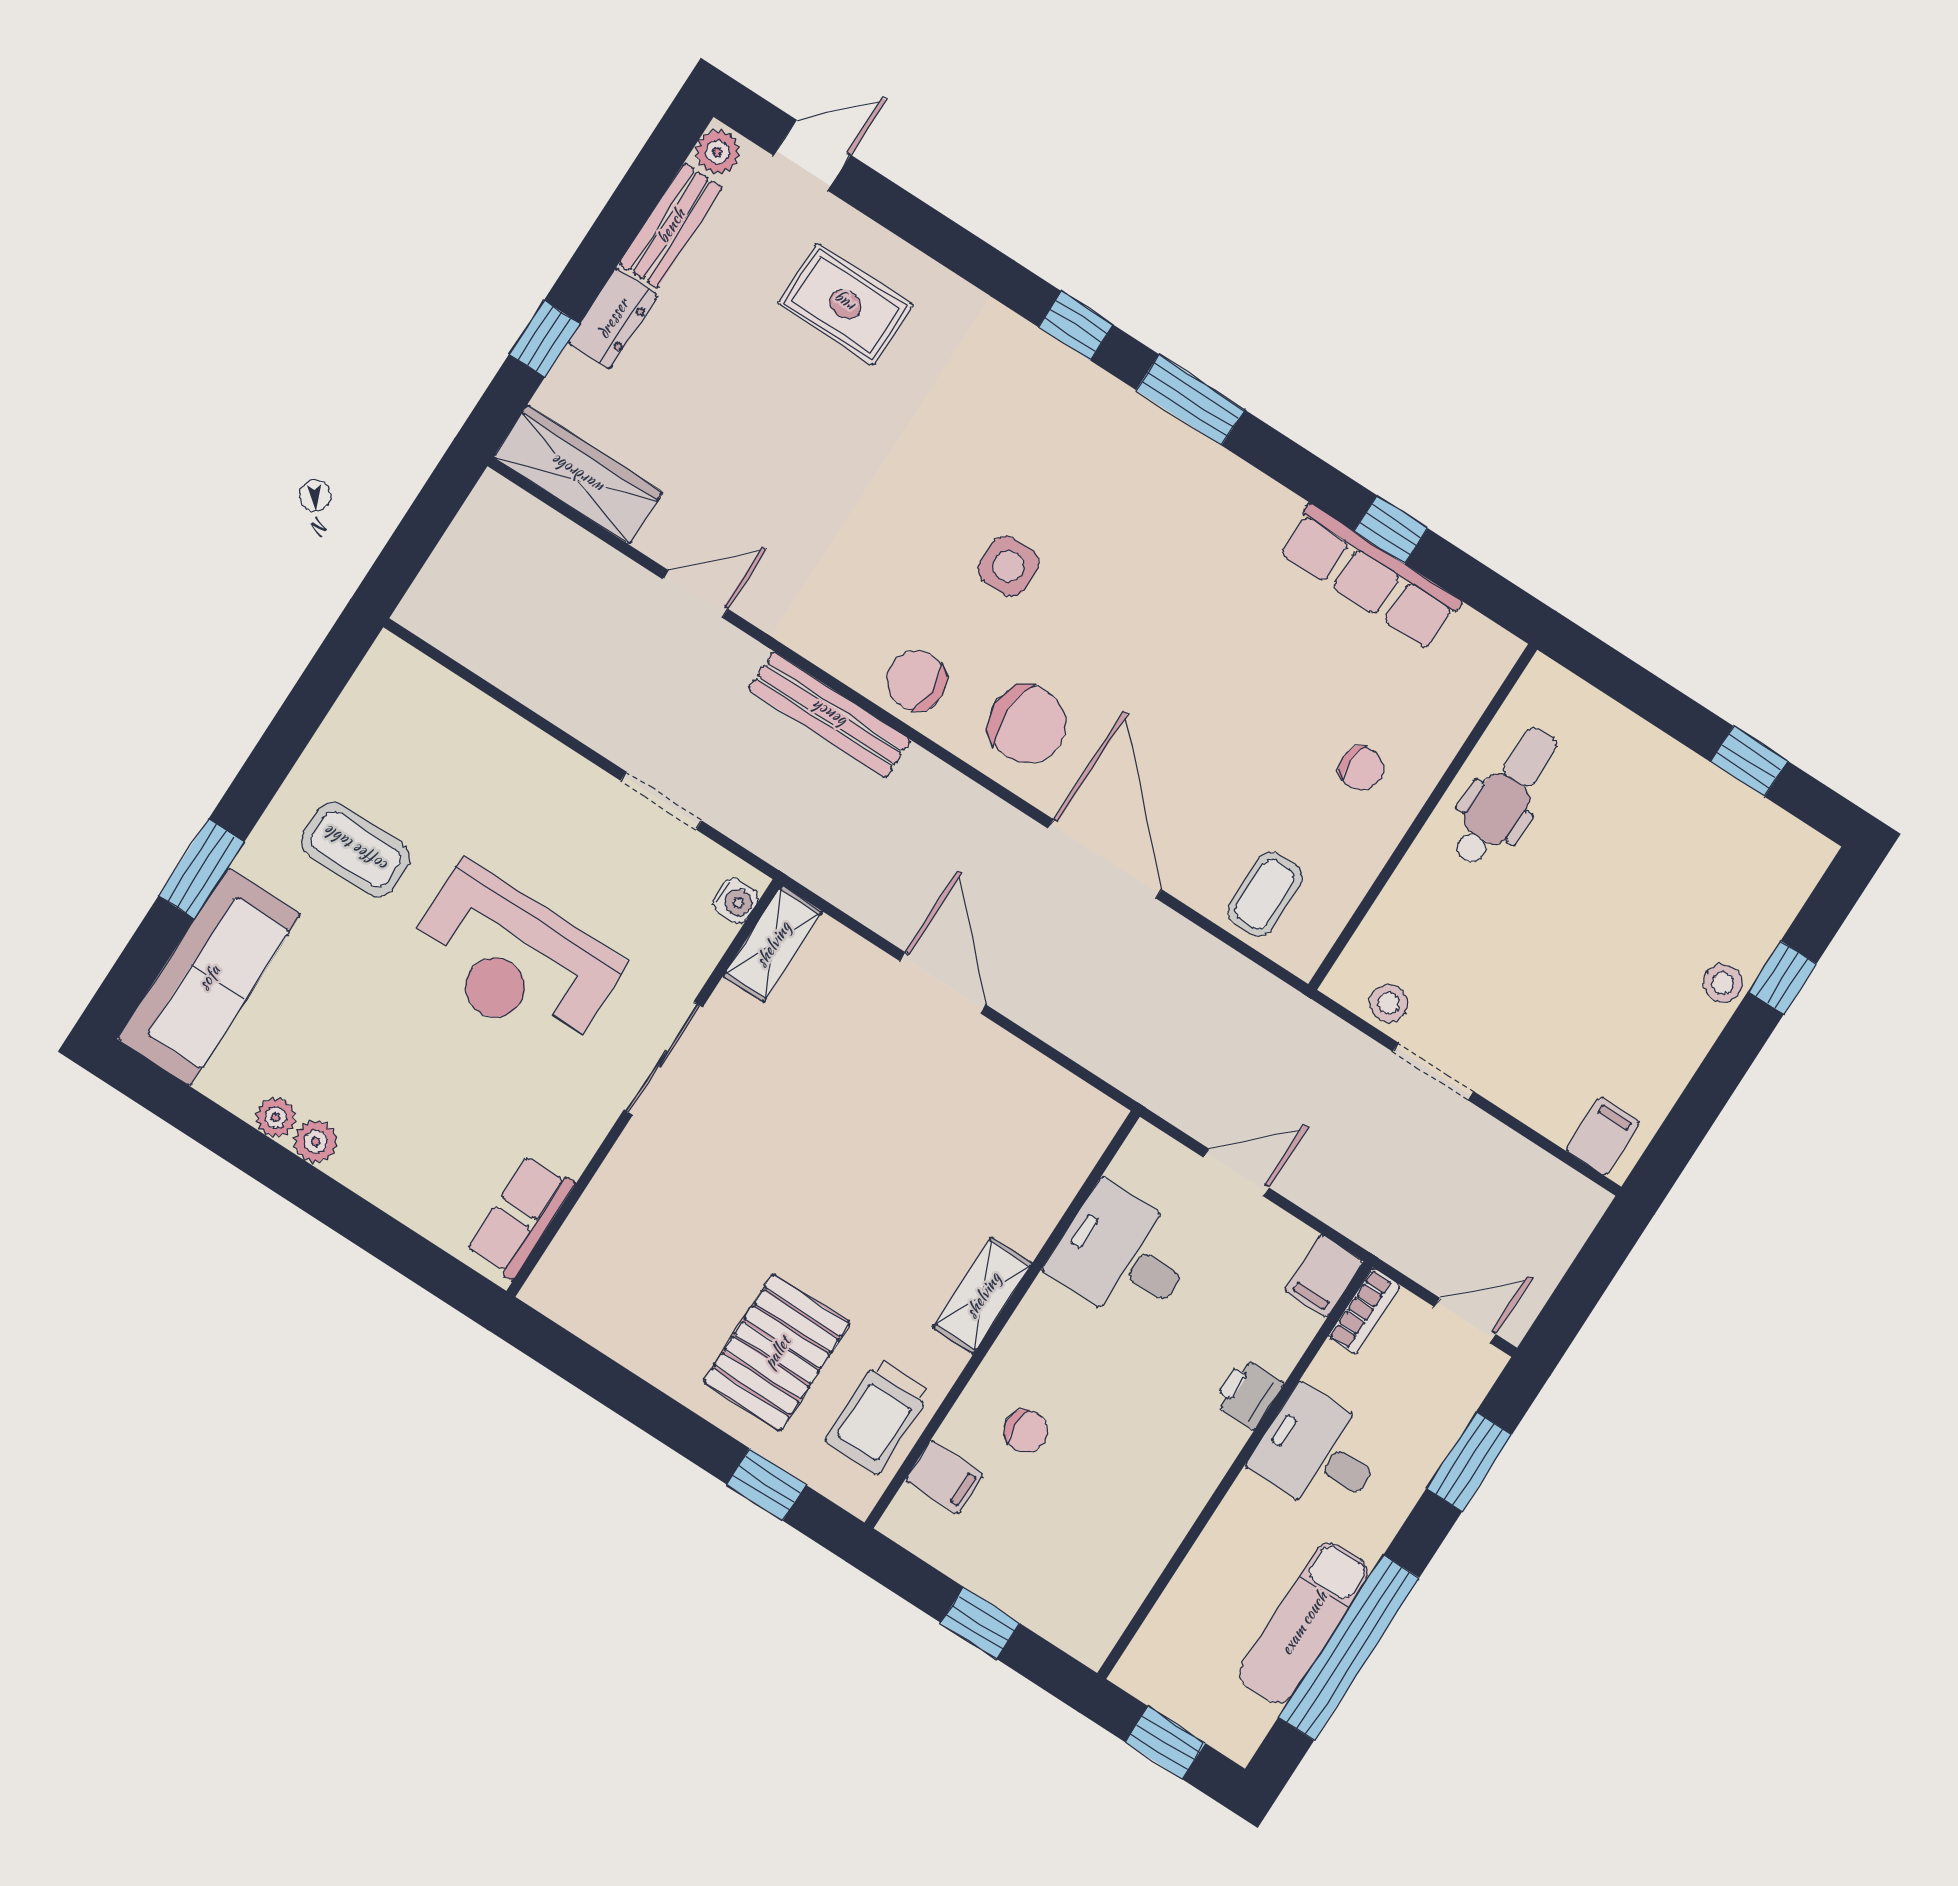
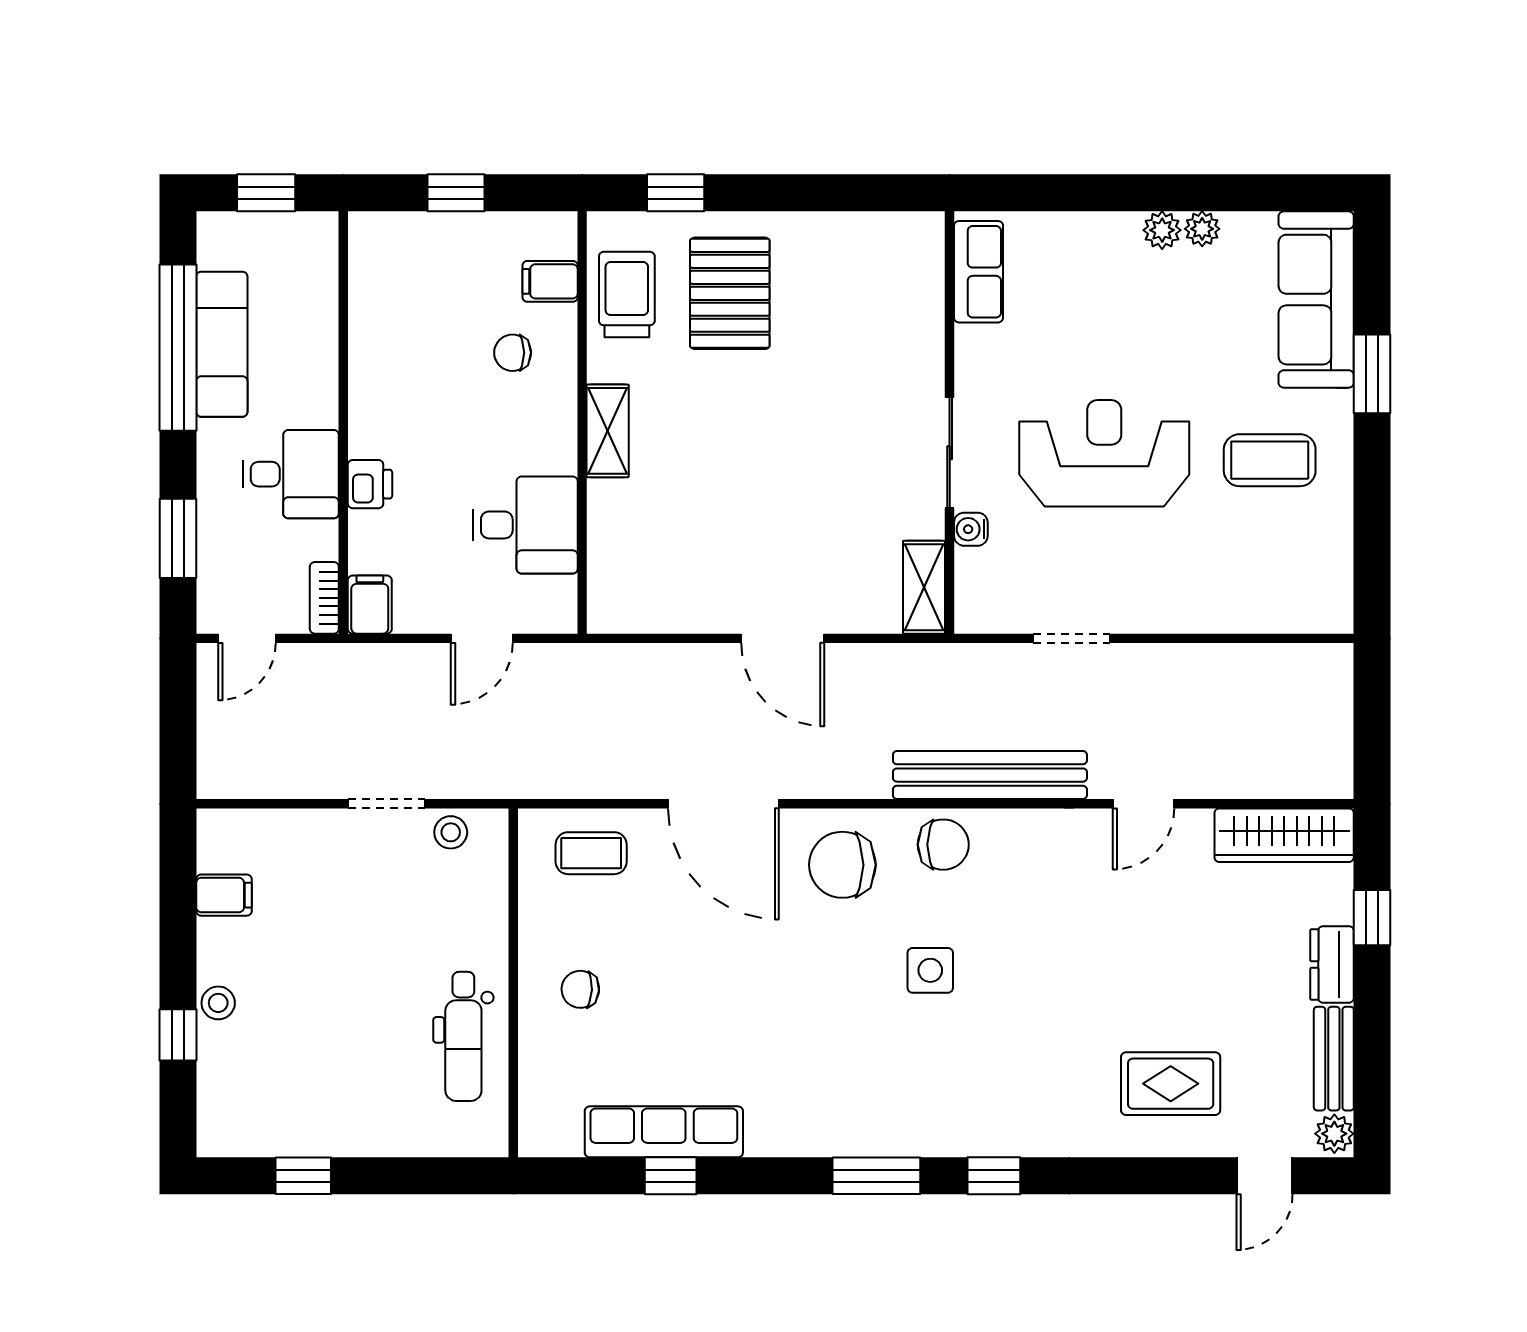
bench: (830, 715) -> (990, 775), width x1.37, depth x1.21
coffee table: (1265, 894) -> (591, 853), turned 90
water cooler: (736, 901) -> (971, 529), moved
filing cabinet: (1603, 1136) -> (224, 895), moved, turned -90

